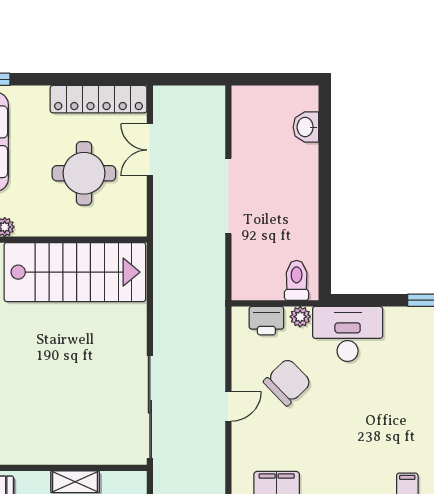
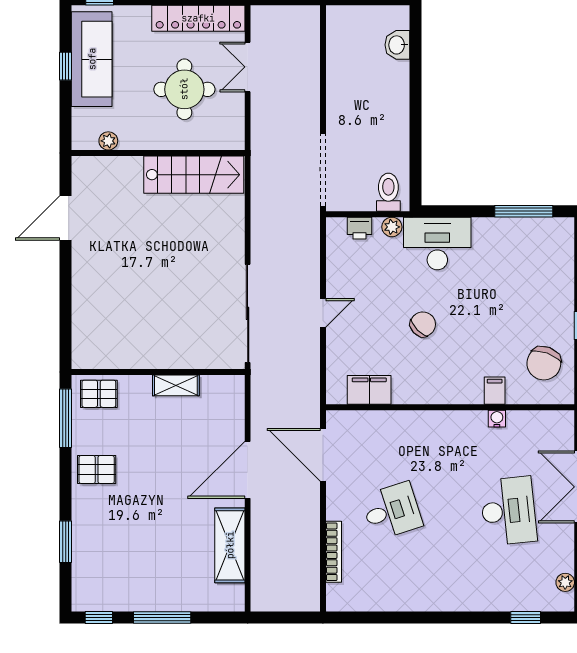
doorway: (228, 196) -> (323, 170), moved
stairs: (75, 272) -> (194, 175), width x0.73, depth x0.66
printer: (266, 321) -> (359, 228), width x0.73, depth x0.81
chair: (287, 382) -> (423, 324), moved, width x0.73, depth x0.73

